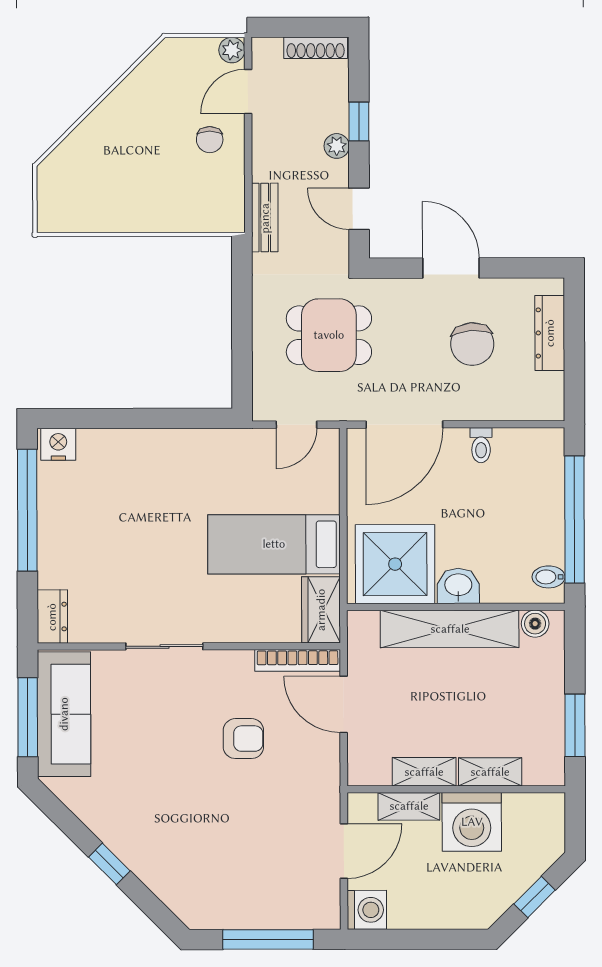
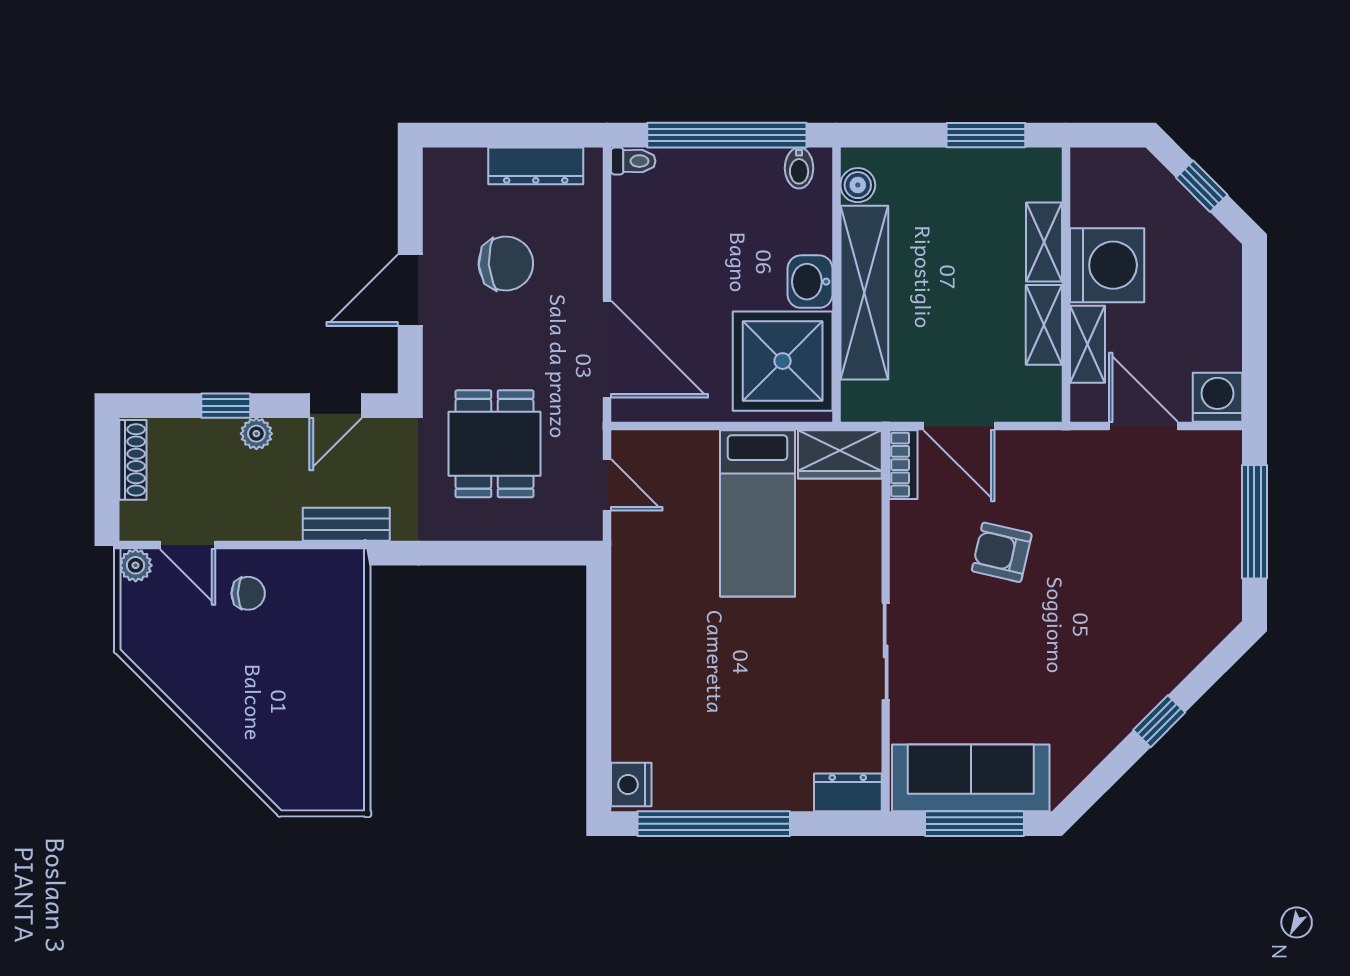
dresser: (550, 333) -> (536, 166), moved
toilet: (481, 445) -> (633, 161), moved
bookcase: (298, 660) -> (903, 465), width x0.64
door: (344, 704) -> (959, 426), hinge flipped
armchair: (243, 739) -> (1002, 552), turned -77

